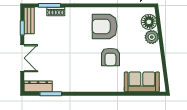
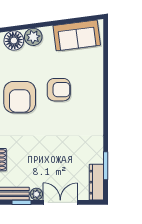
plant: (29, 39) -> (36, 194), added
sofa: (142, 82) -> (77, 35), moved, turned -97

